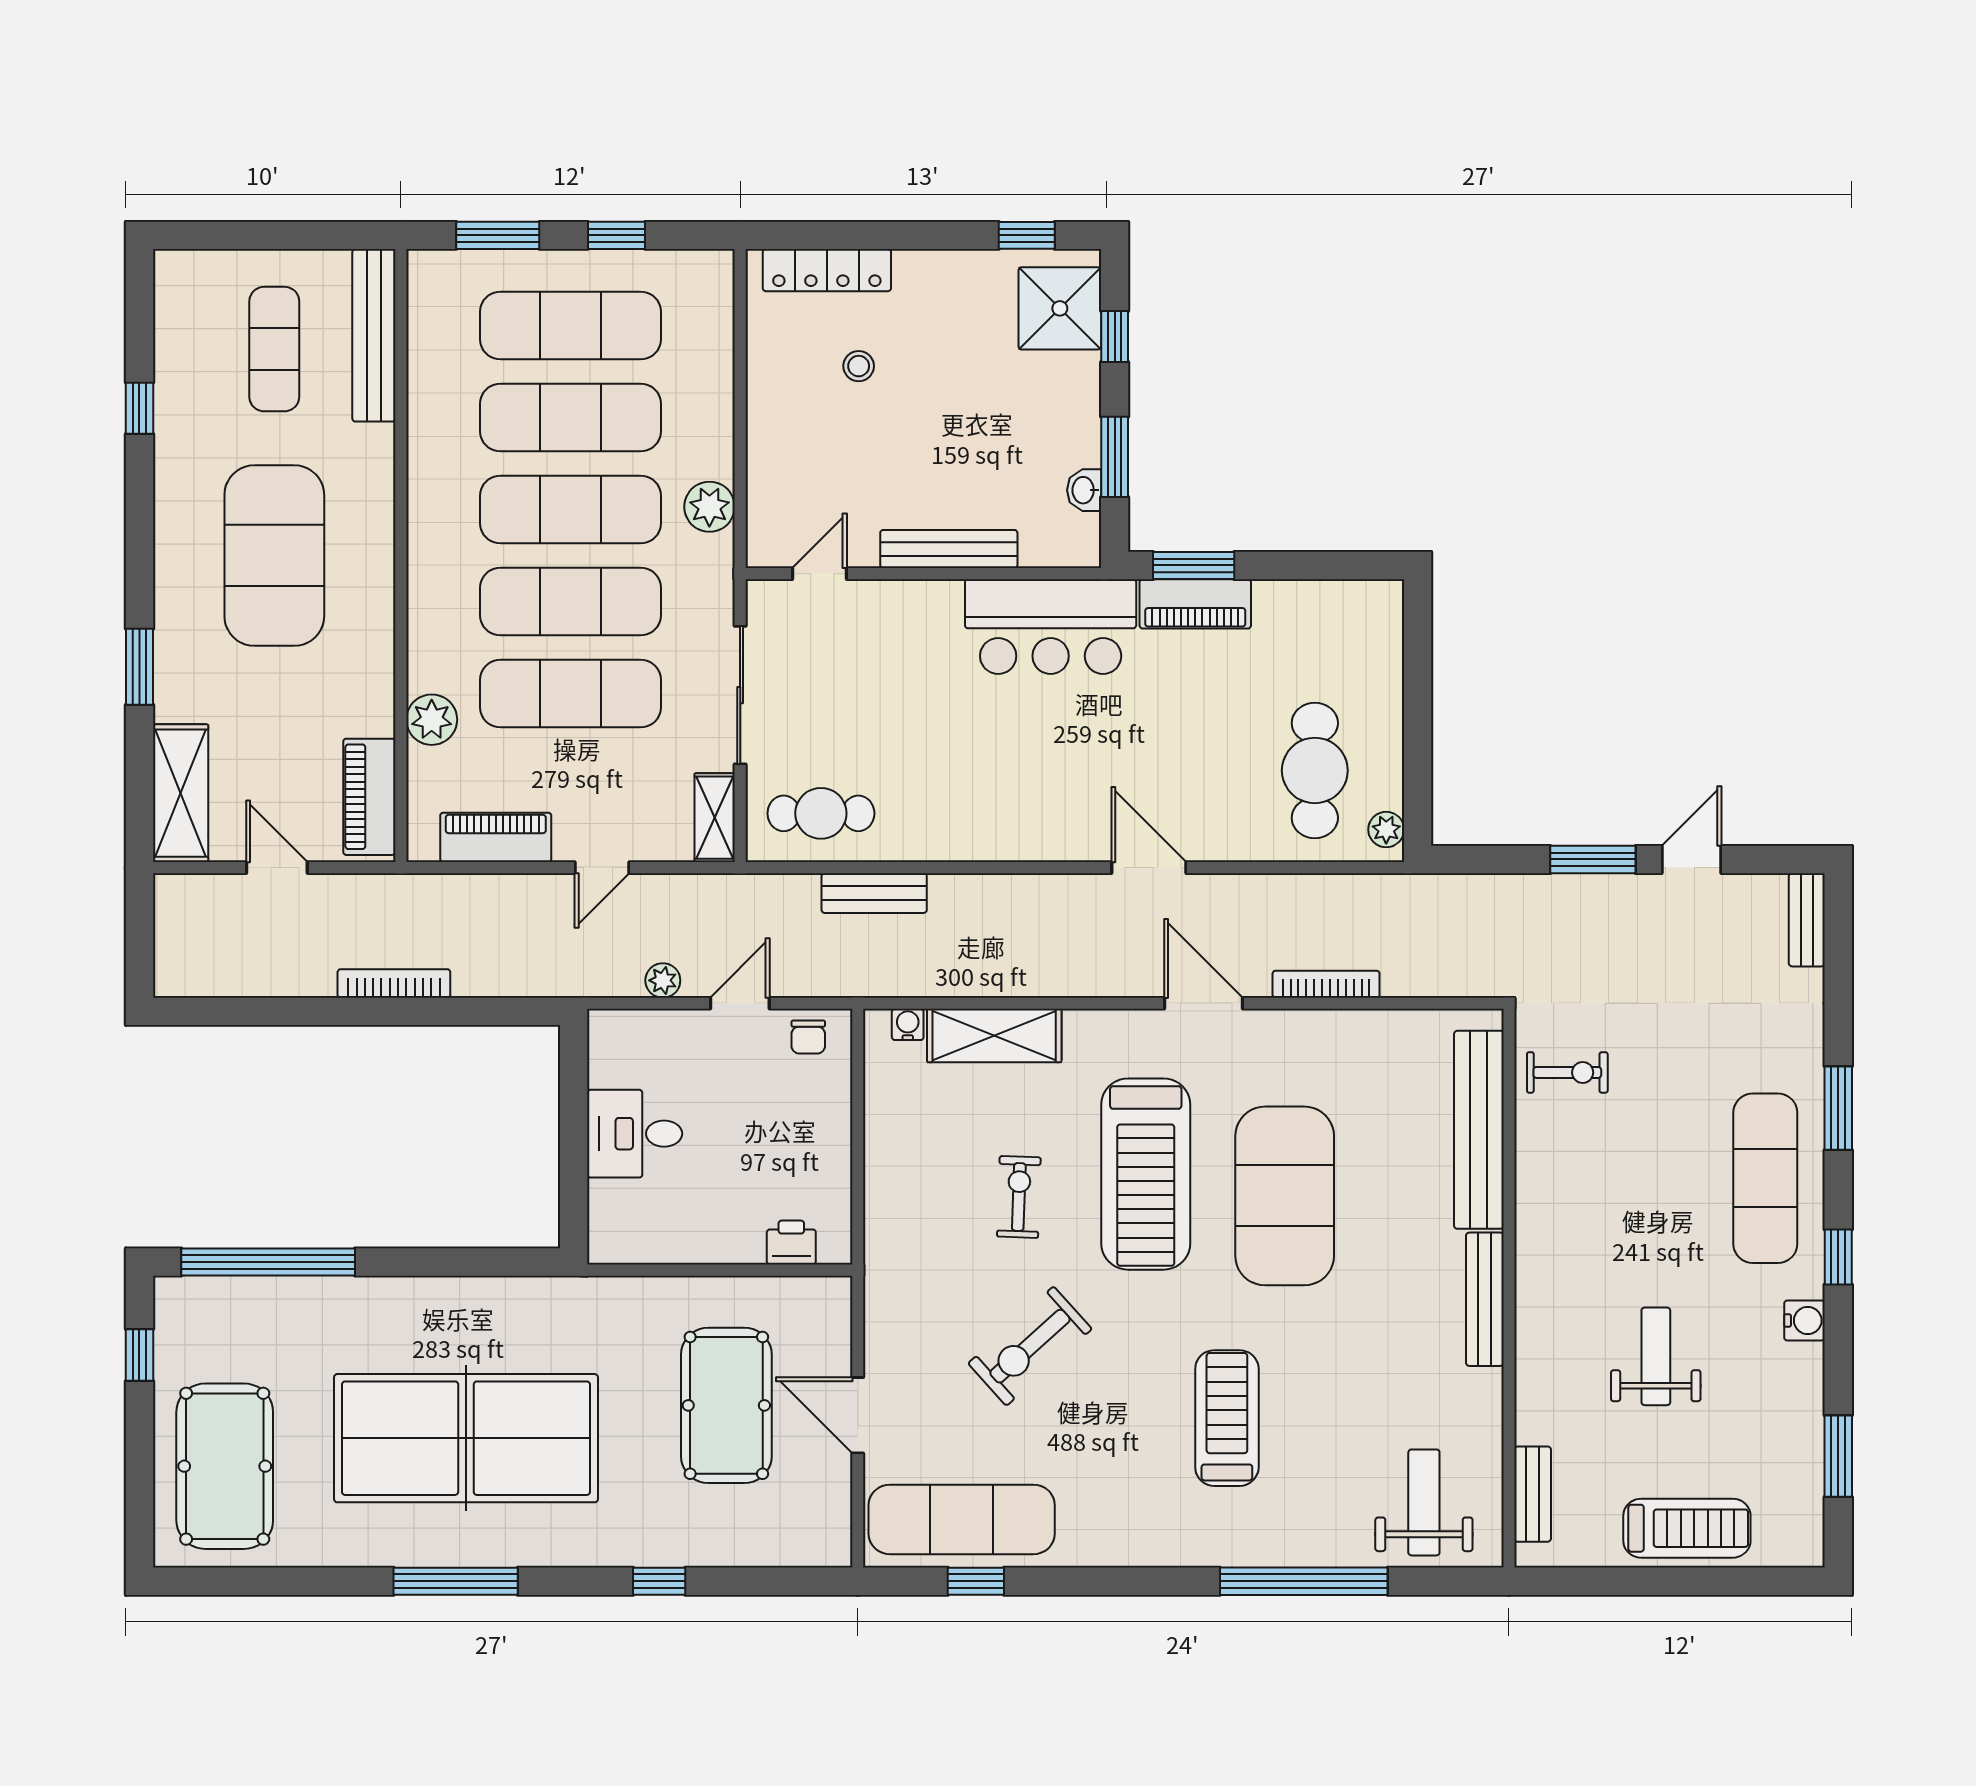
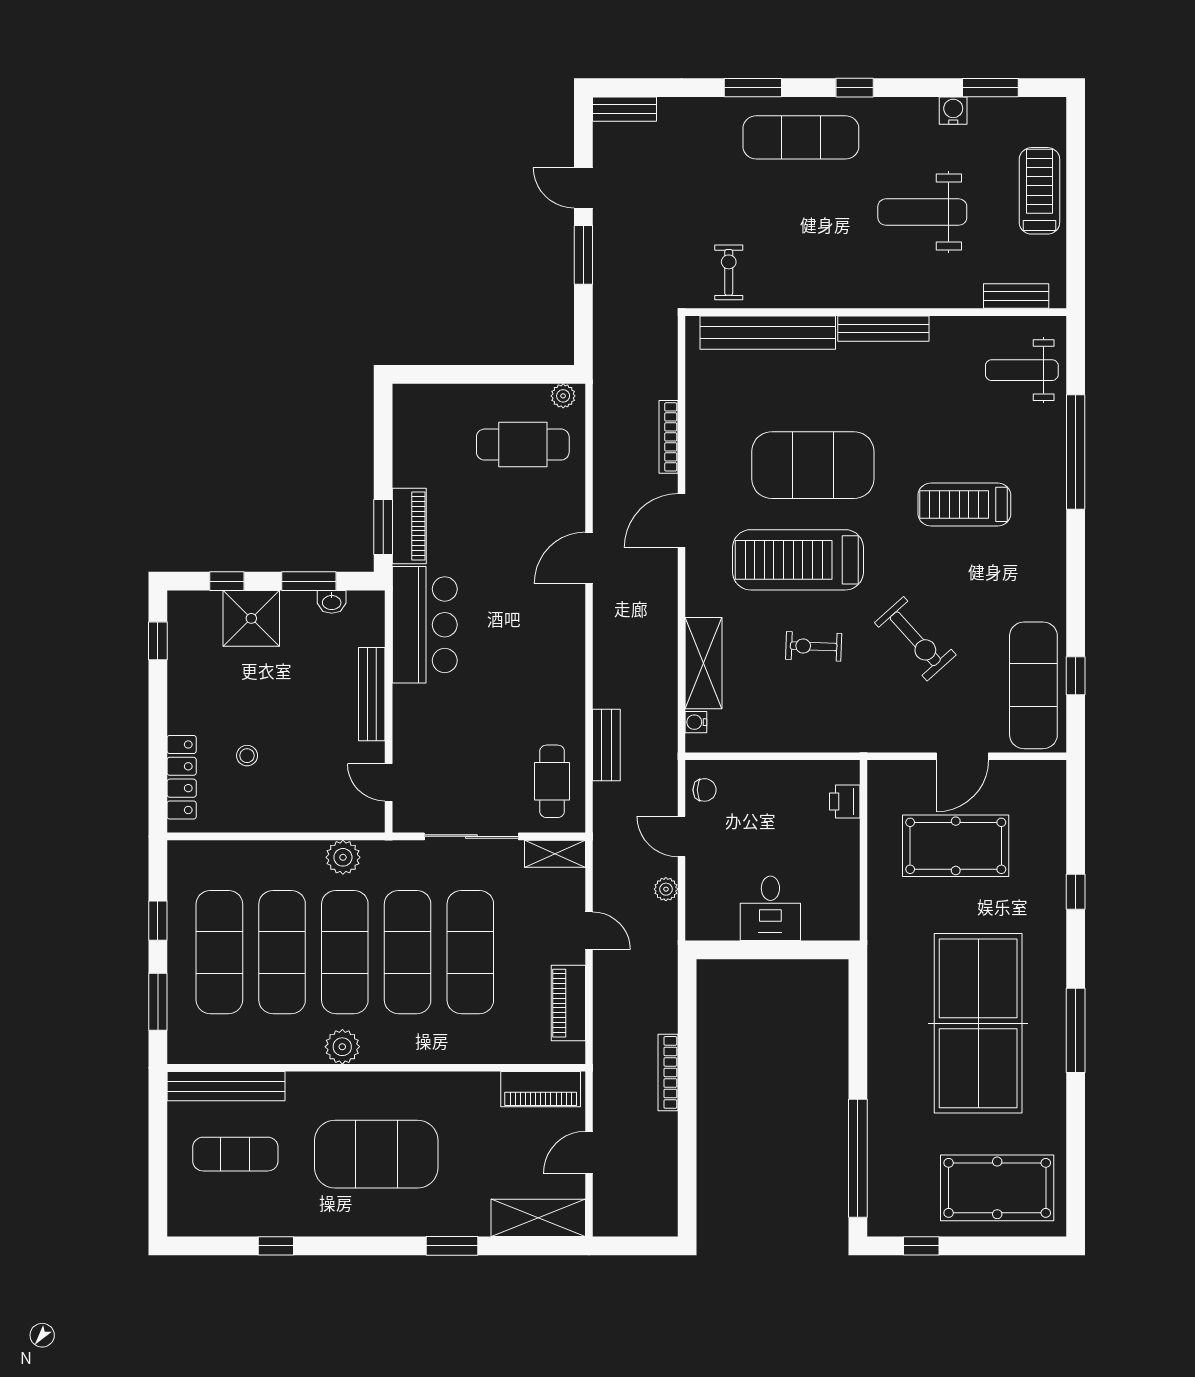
shower: (1060, 308) -> (251, 618), moved
plant: (432, 720) -> (342, 1047), moved
treadmill: (1146, 1174) -> (798, 560), turned 180
water cooler: (1805, 1321) -> (953, 111), moved
weight bench: (1656, 1356) -> (922, 212), width x1.36, depth x1.33

